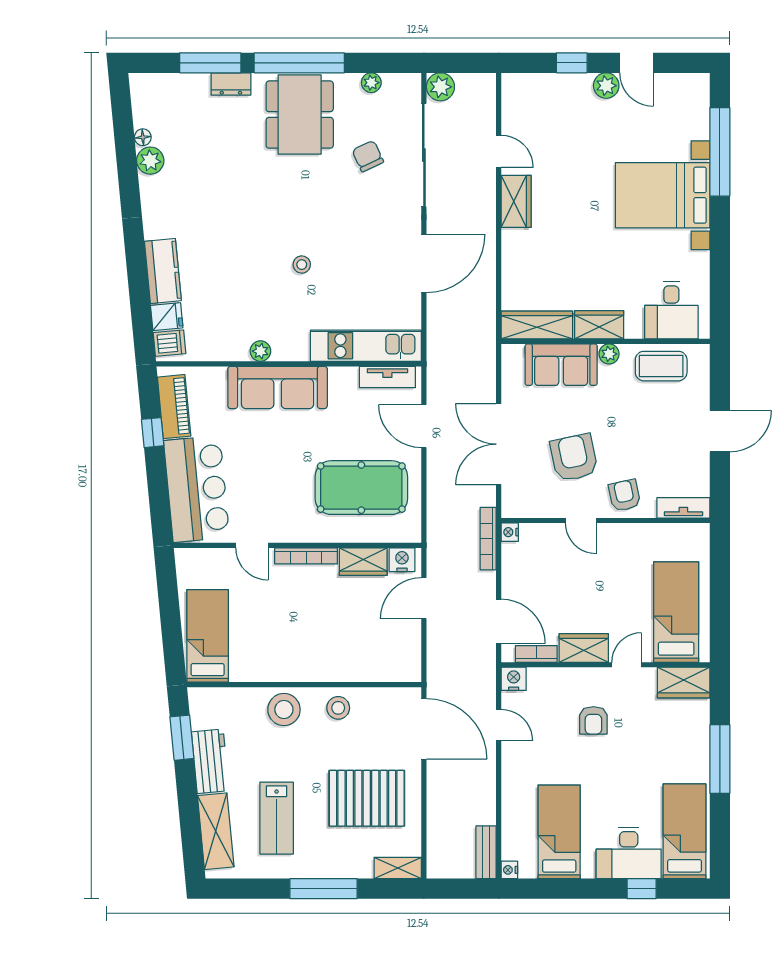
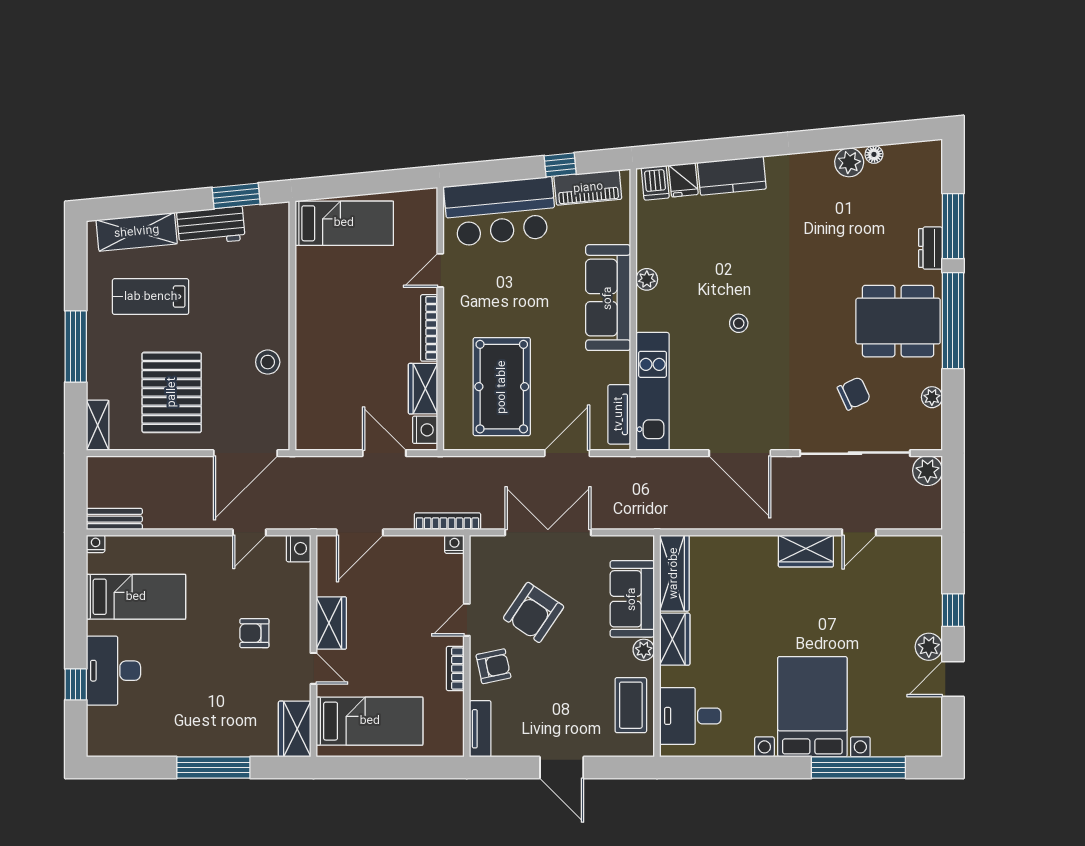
armchair: (574, 458) -> (534, 612), turned 136
bookcase: (536, 654) -> (455, 668), moved, turned 180
stool: (284, 710) -> (266, 304), removed
bed: (685, 831) -> (137, 730), removed

